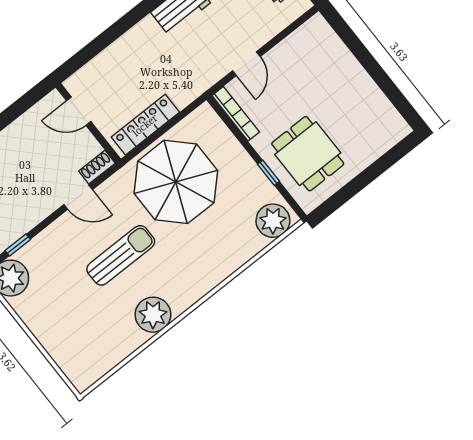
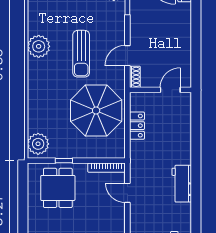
locker: (145, 125) -> (137, 126), width x0.66
dining table: (308, 154) -> (58, 188), turned 90

